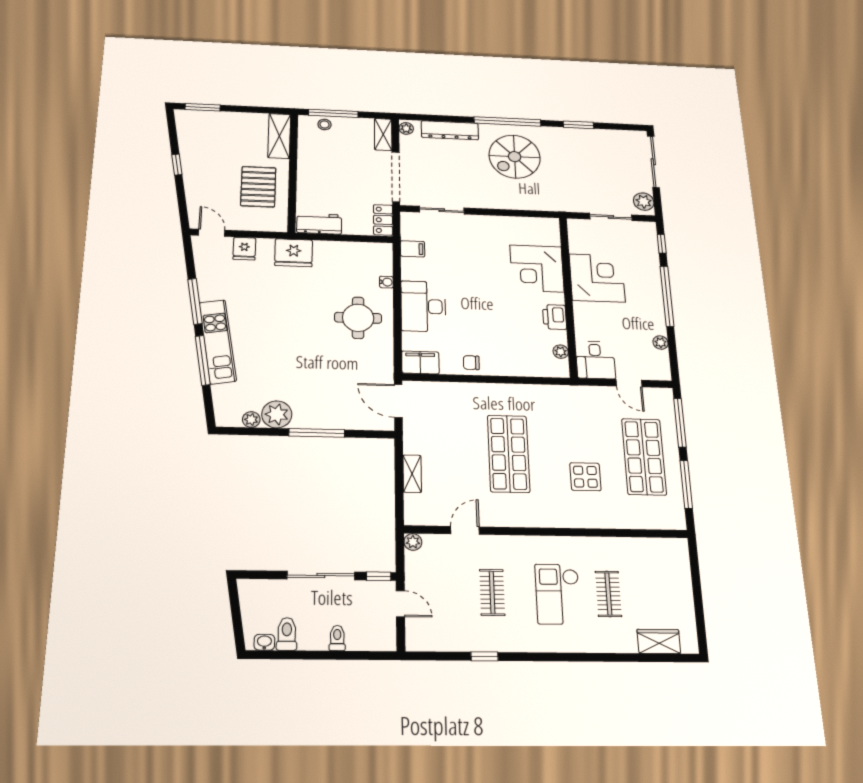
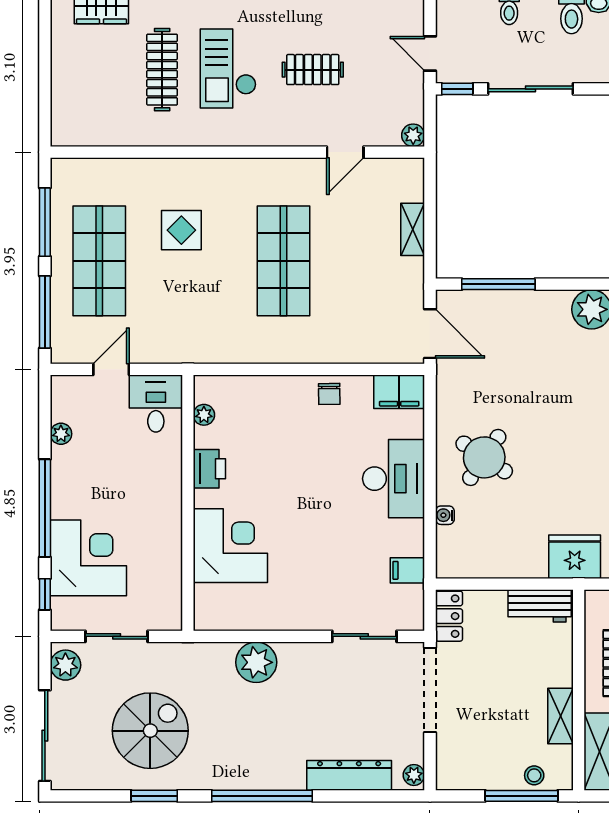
shelving: (383, 134) -> (561, 716), moved
spiral stairs: (515, 157) -> (150, 731), moved
plant: (515, 198) -> (256, 662), added
corner desk: (597, 278) -> (88, 558), moved, turned 180
round table: (358, 318) -> (484, 457), turned 34
chair: (471, 363) -> (329, 394), turned 88
door: (629, 383) -> (111, 369), hinge flipped
window: (317, 433) -> (498, 284), moved
clothes rail: (492, 592) -> (313, 70), turned 90
checkout: (558, 594) -> (228, 68), turned 180
clothes rail: (608, 594) -> (162, 70), width x1.36

